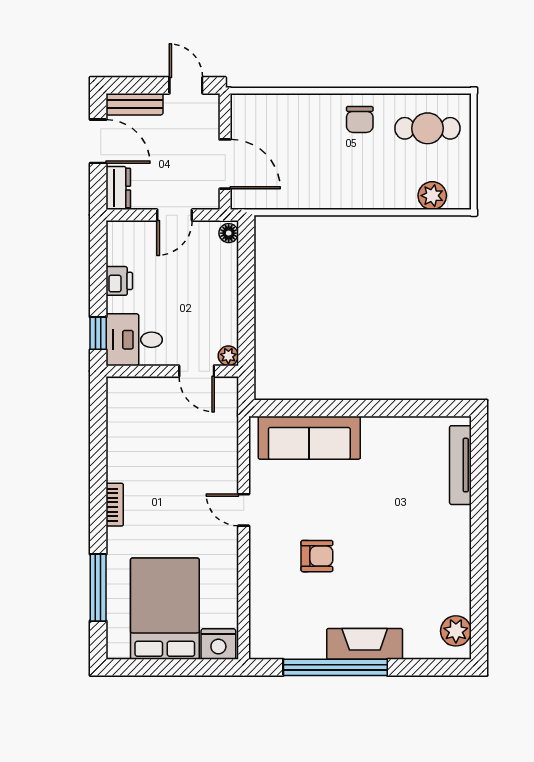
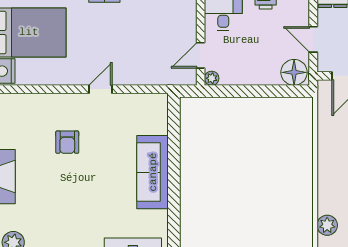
floor lamp: (229, 233) -> (294, 72), width x1.89, depth x1.89
sofa: (309, 438) -> (153, 172), moved

